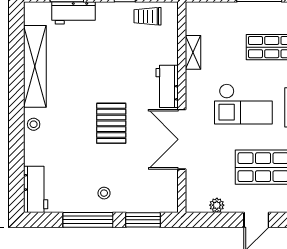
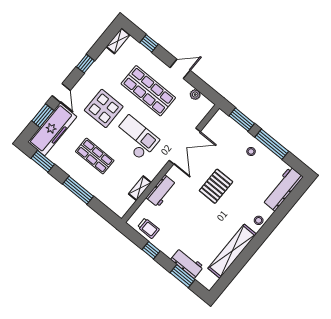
workbench: (167, 86) -> (161, 191), moved
workbench: (36, 189) -> (283, 189), width x1.38

